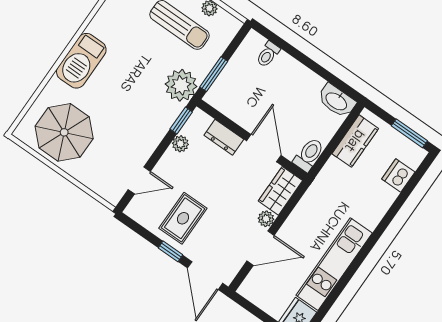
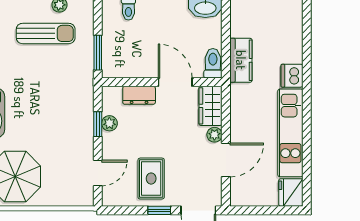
plant: (181, 85) -> (79, 79), removed
window: (181, 120) -> (98, 124), moved
kitchen counter: (355, 141) -> (241, 60), moved
dishwasher: (398, 175) -> (292, 76), moved

